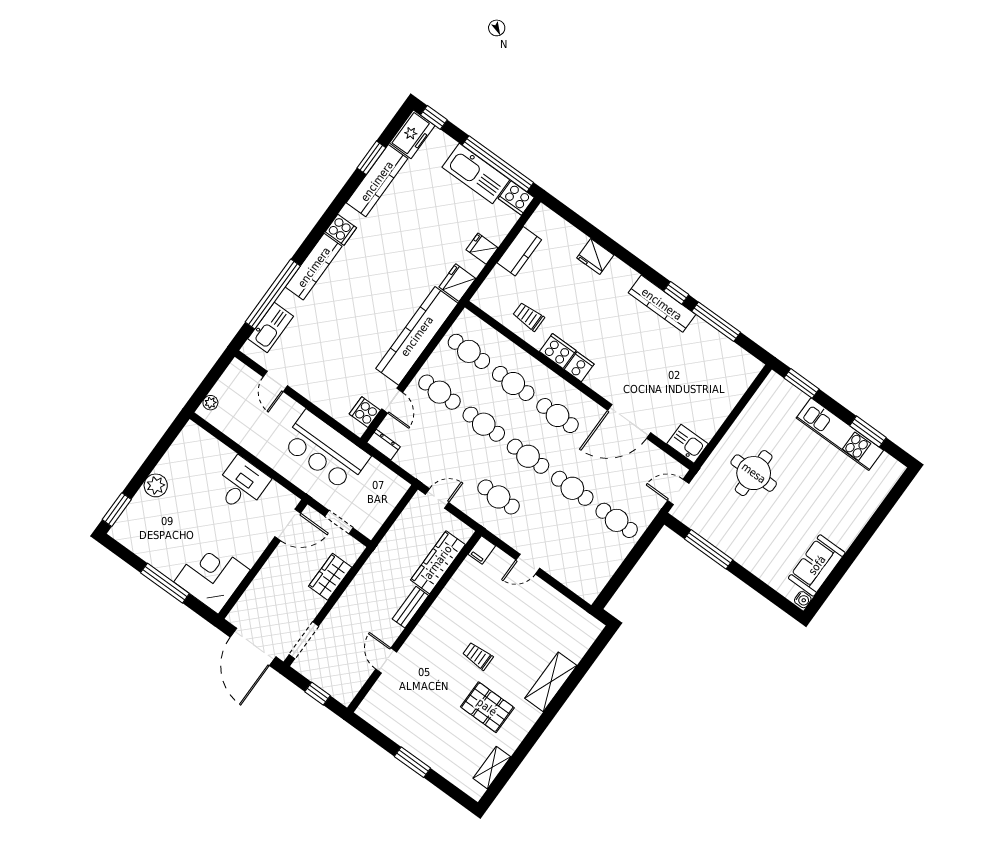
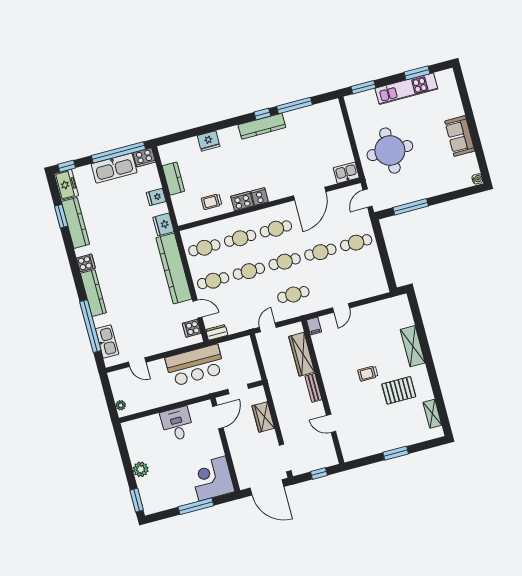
round table: (754, 473) -> (390, 151), width x1.36, depth x1.36
sofa: (817, 565) -> (460, 136), moved

